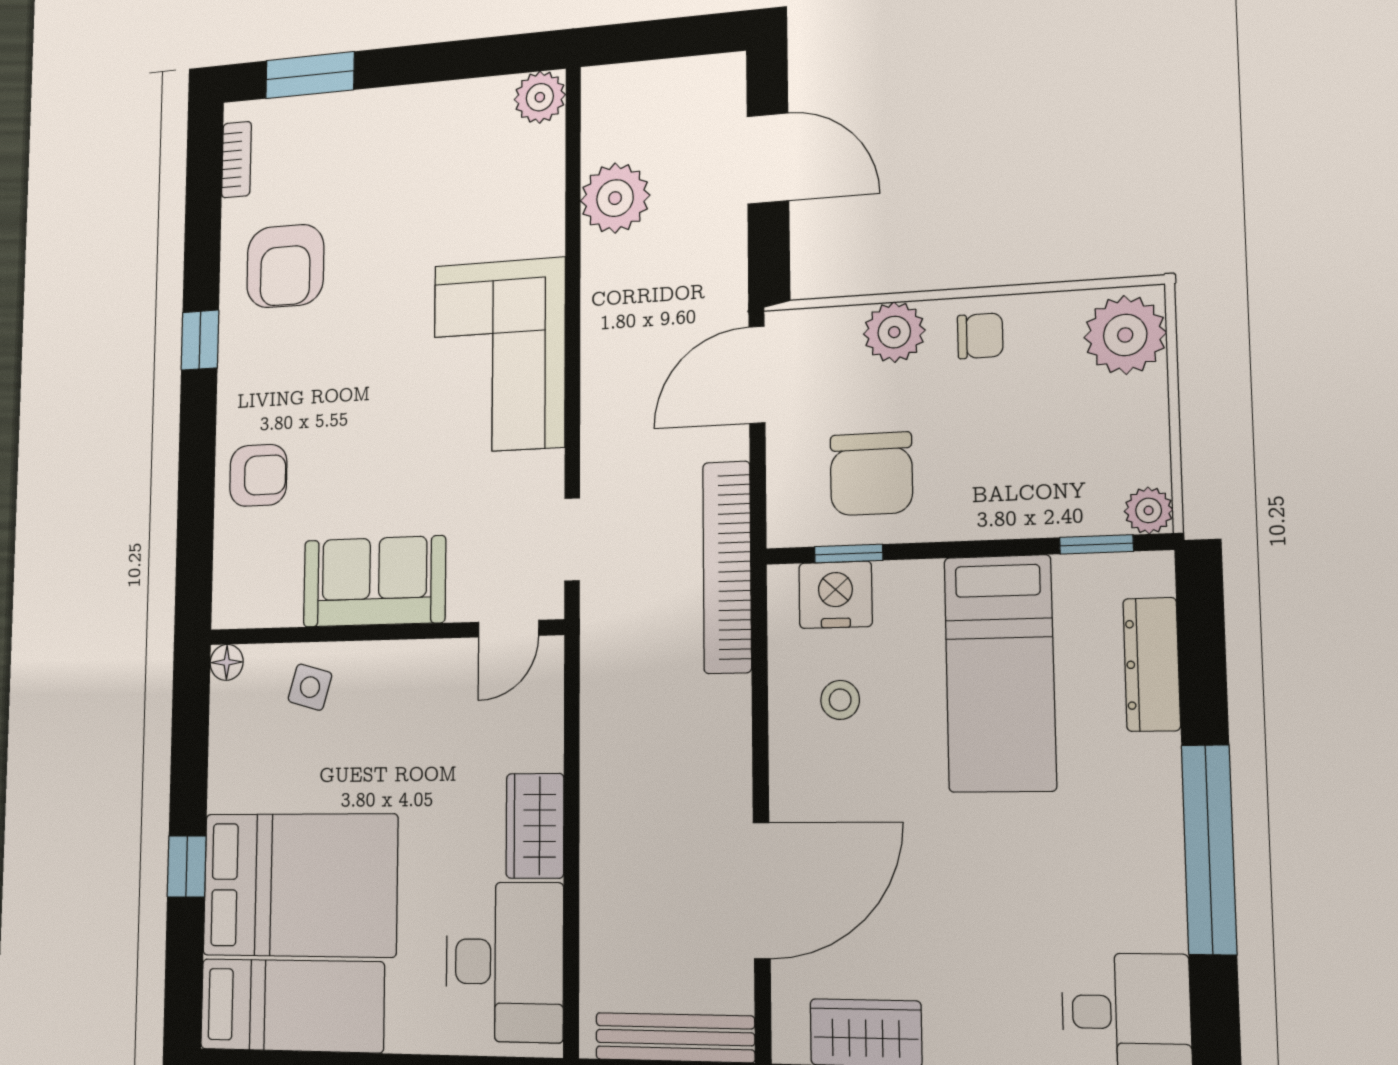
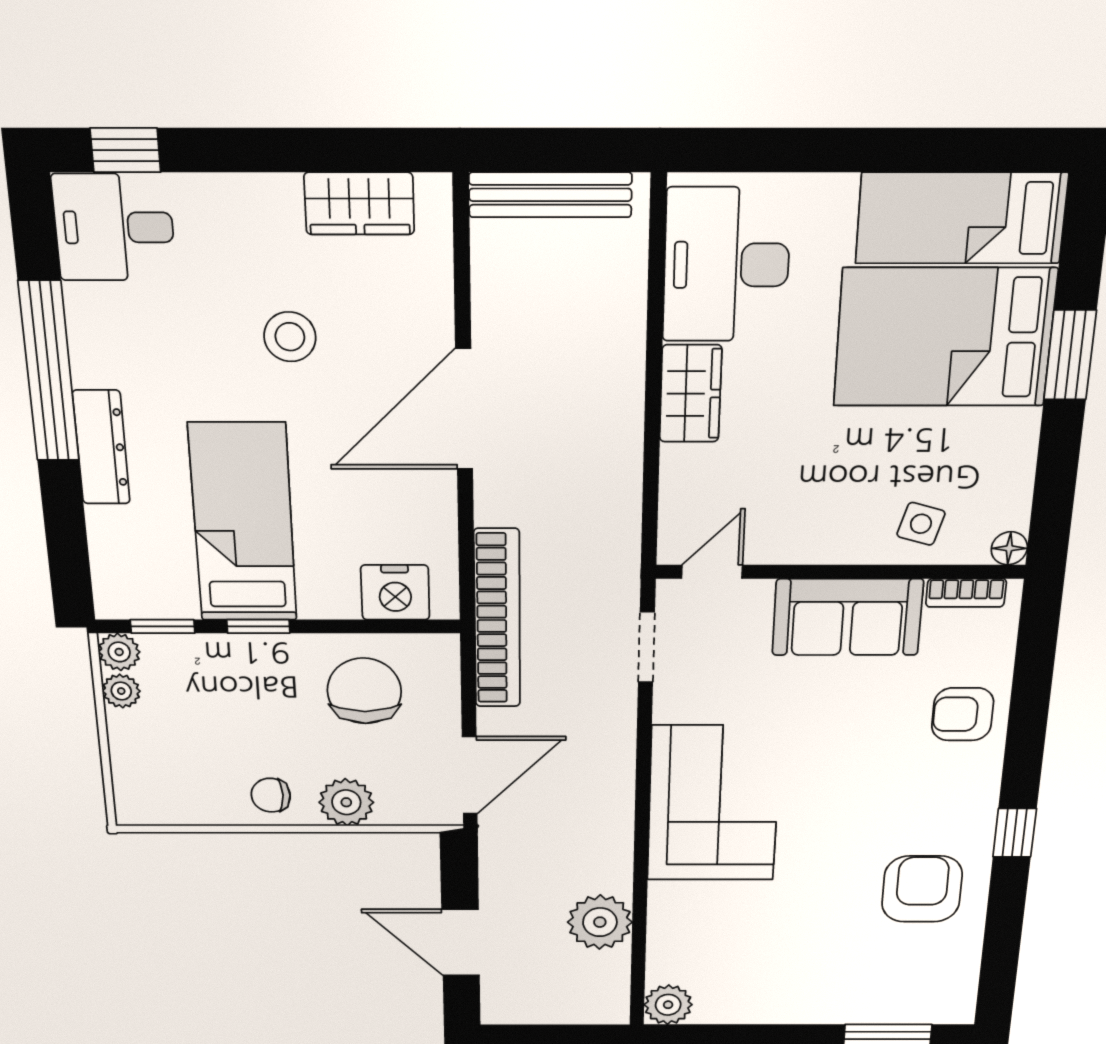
bookcase: (236, 160) -> (966, 593), moved, turned -90
plant: (1125, 335) -> (121, 691), moved, width x0.53, depth x0.53
window: (849, 554) -> (258, 626), moved
dresser: (1152, 664) -> (101, 447), moved
stool: (840, 700) -> (290, 337), moved, width x1.37, depth x1.37
window: (187, 866) -> (1070, 355), width x1.50
door: (762, 890) -> (464, 409), moved

